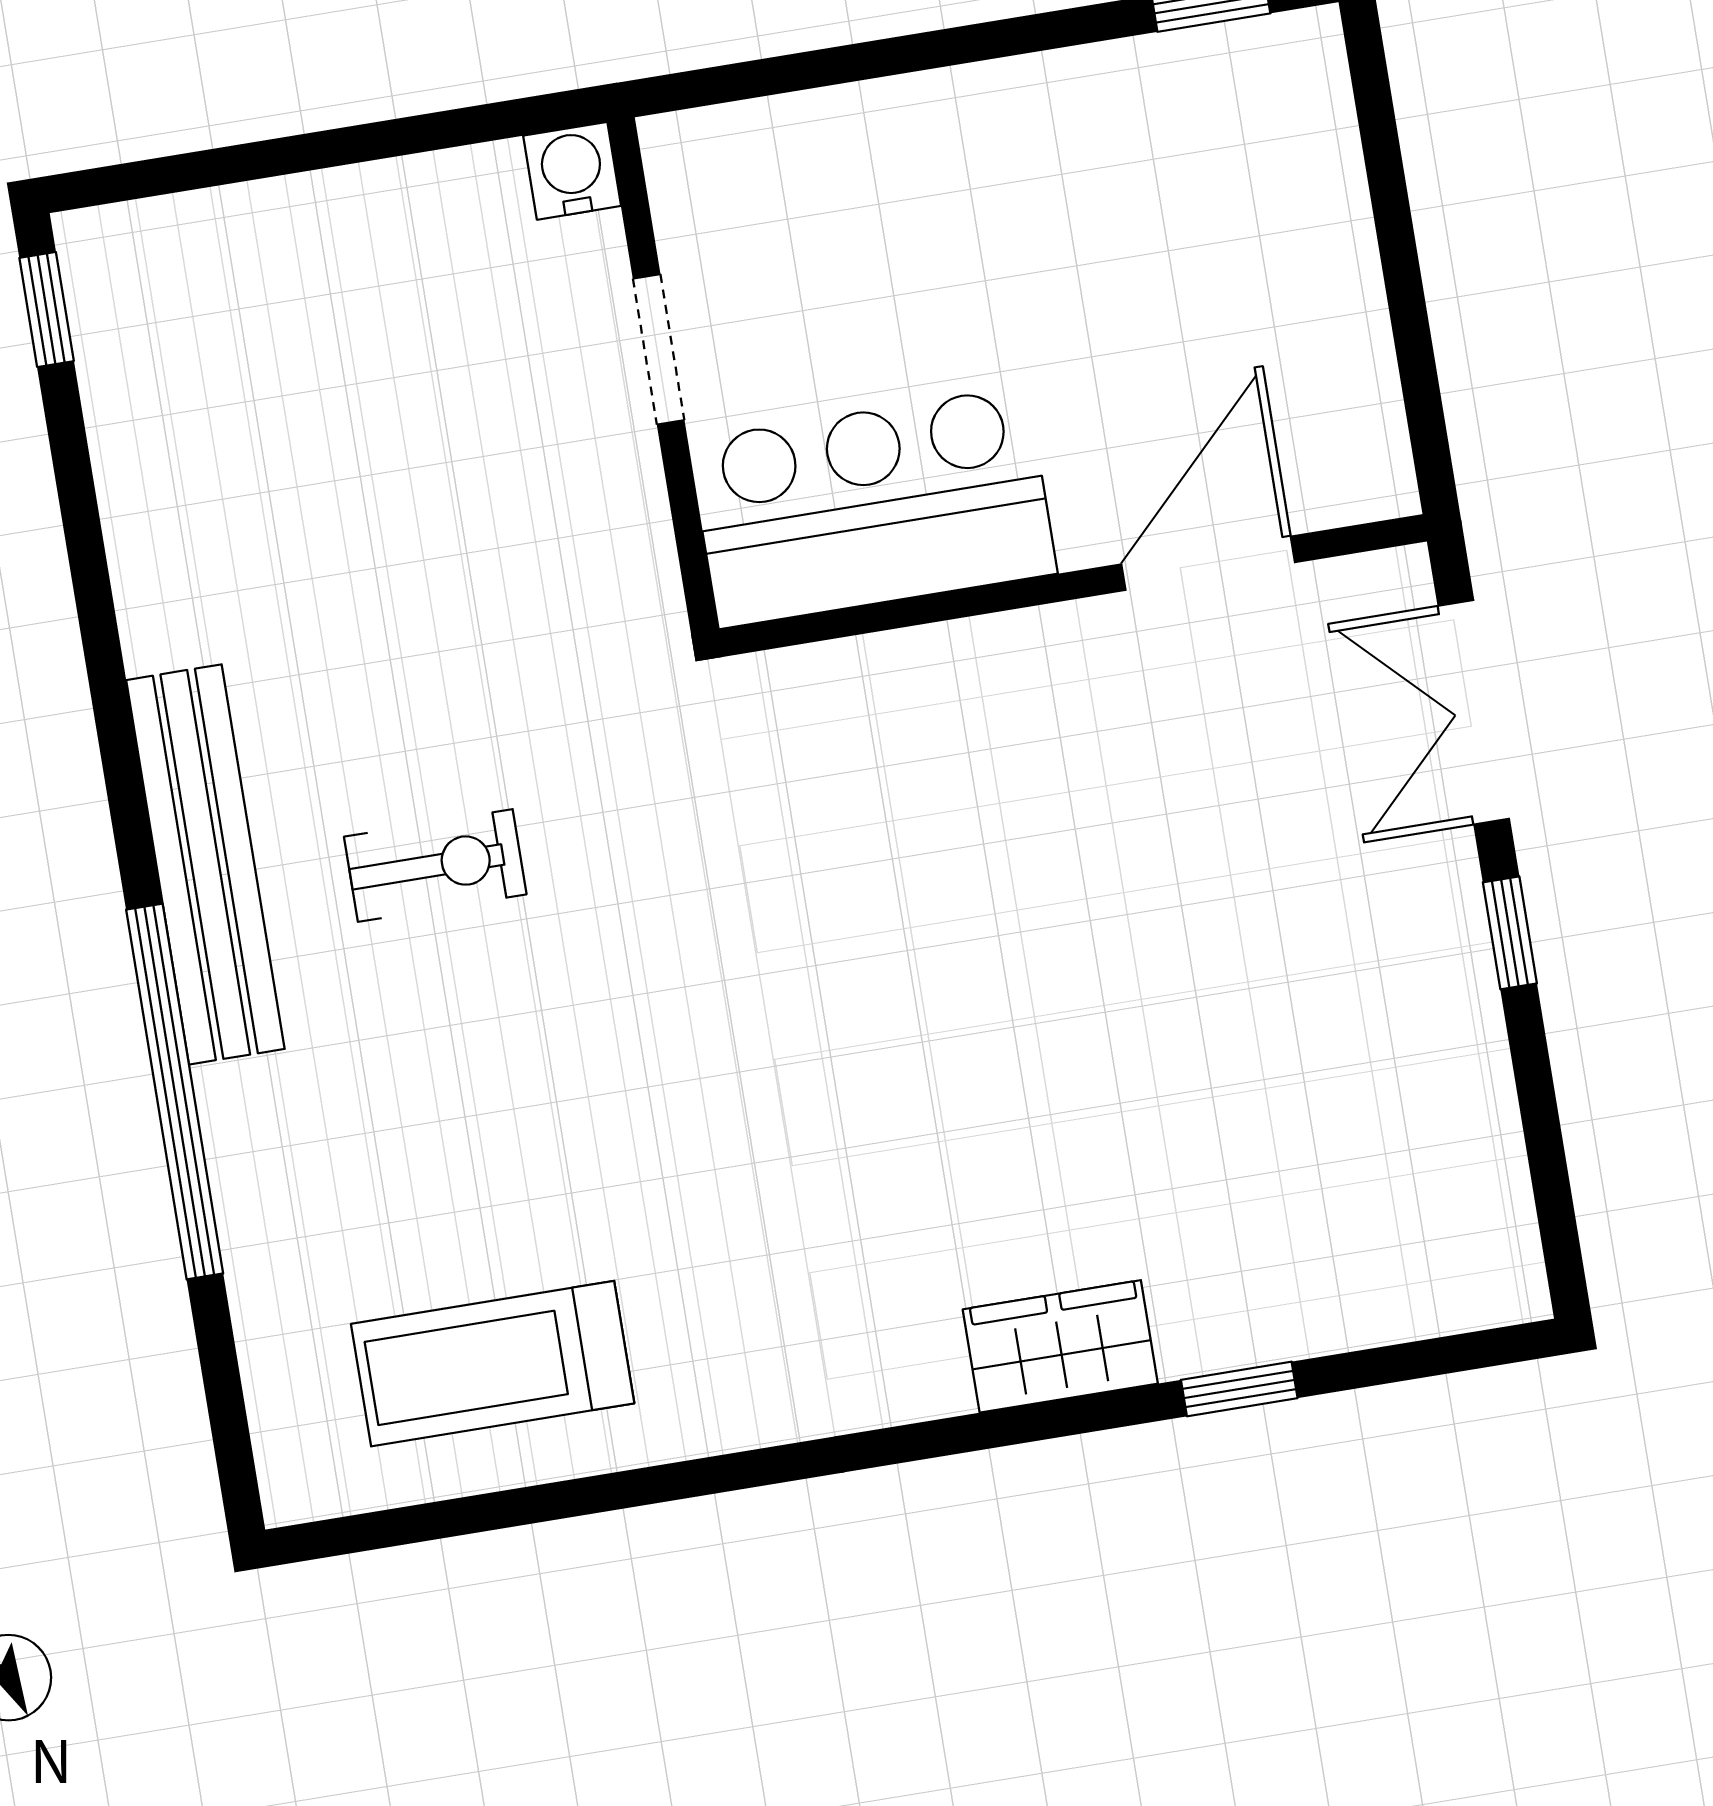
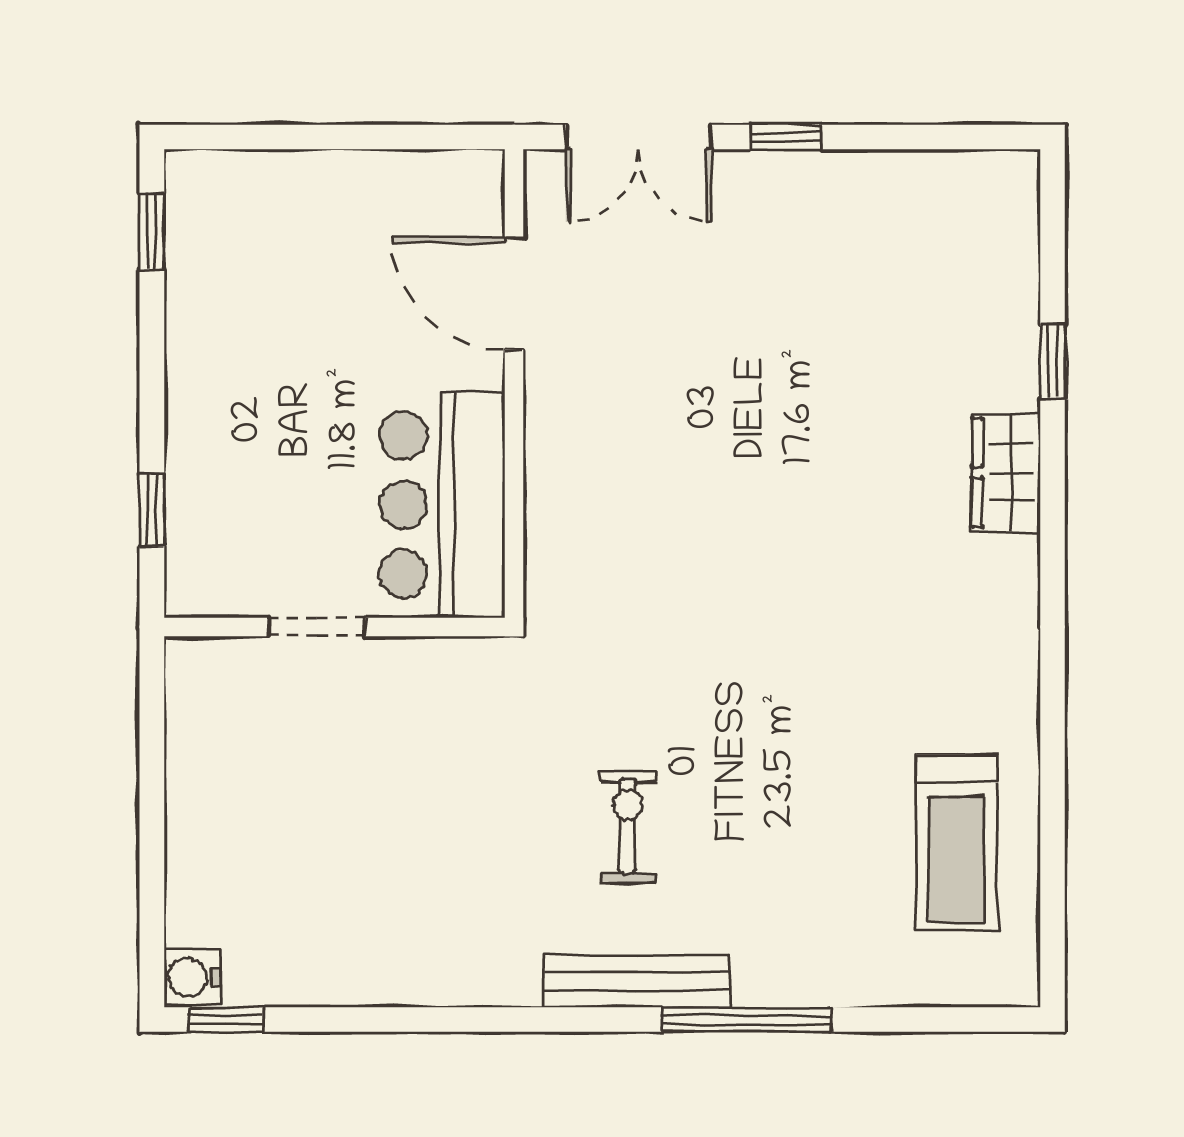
window: (793, 73) -> (152, 510), added
water cooler: (572, 171) -> (192, 977), moved
bench: (205, 864) -> (637, 981), width x0.73, depth x0.82
window: (175, 1092) -> (747, 1019), width x0.68

